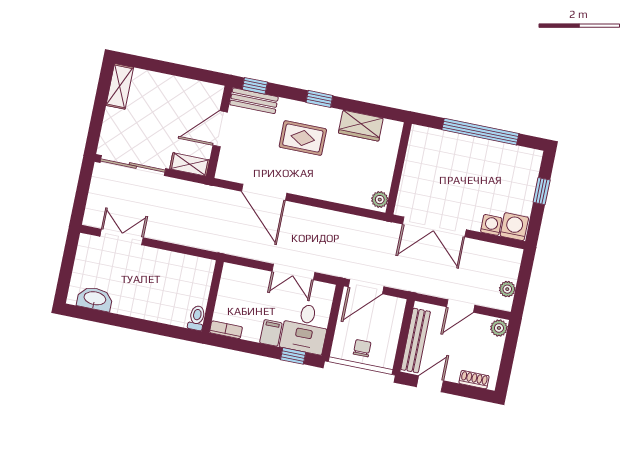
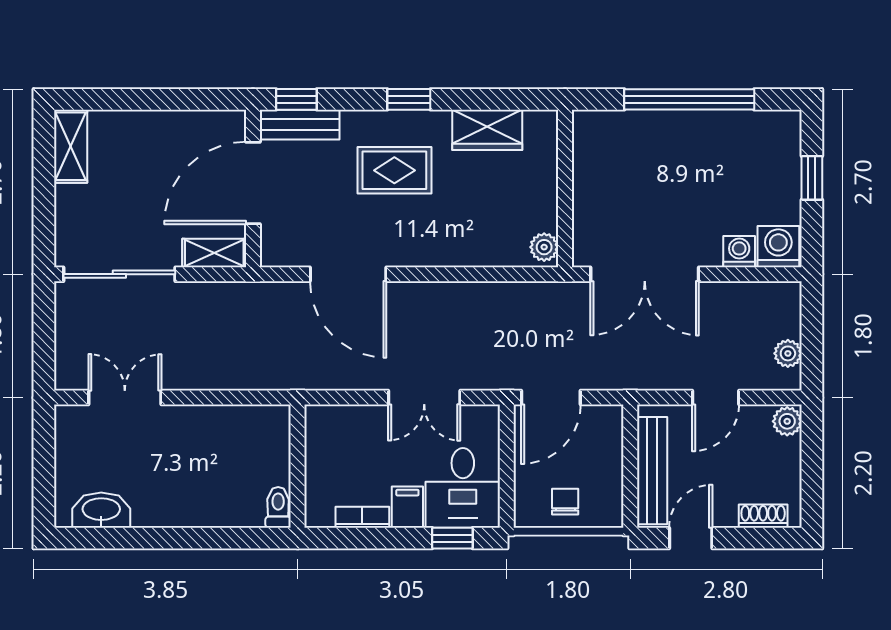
door: (220, 129) -> (253, 183), width x1.36
bookcase: (226, 330) -> (362, 517), moved

